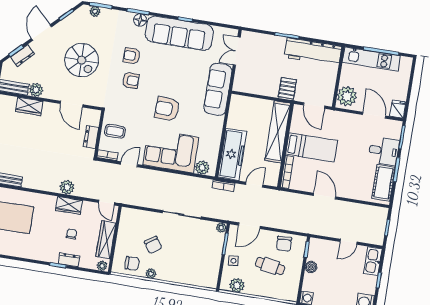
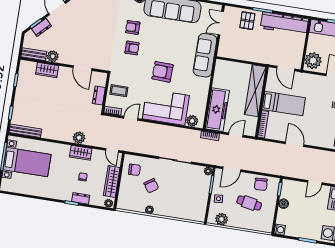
spiral stairs: (82, 60) -> (91, 31), removed
pallet: (287, 88) -> (247, 21), moved
chair: (132, 263) -> (134, 170), moved

